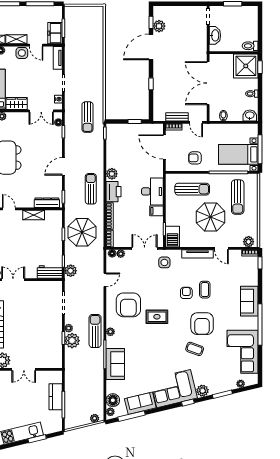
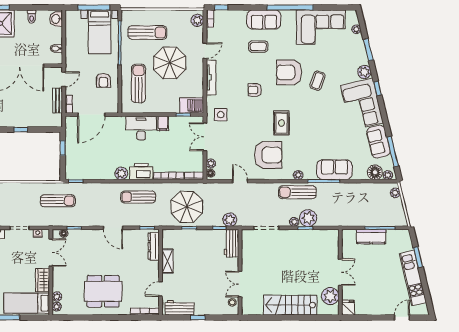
coffee table: (205, 290) -> (258, 47), moved
armchair: (202, 324) -> (289, 72), turned 180

